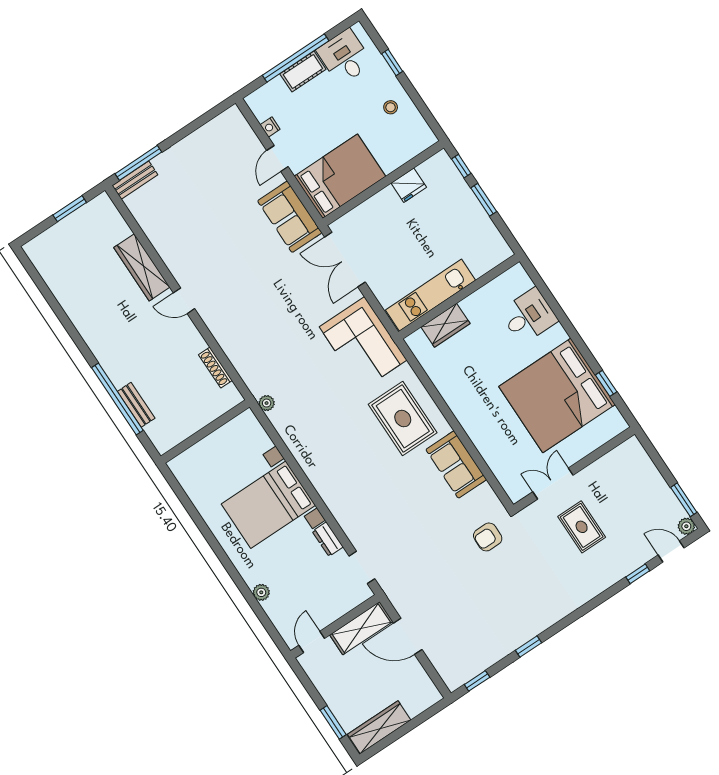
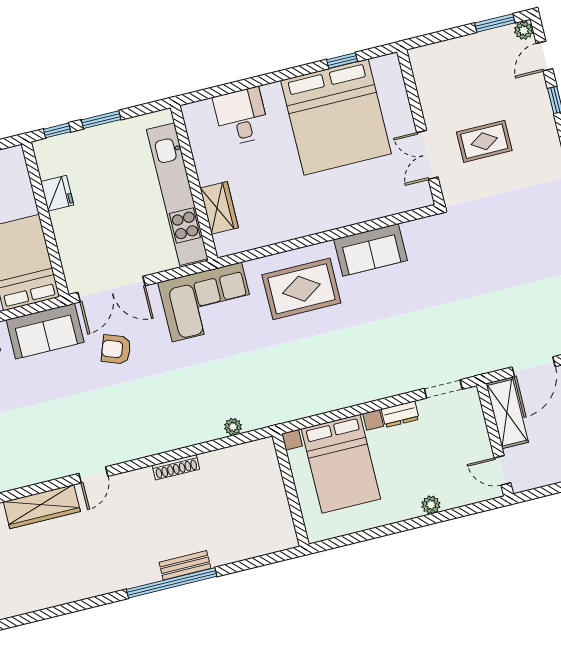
kitchen unit: (431, 295) -> (177, 194), width x1.36
wall: (205, 432) -> (291, 490), moved
armchair: (488, 537) -> (116, 349), moved, turned 110

